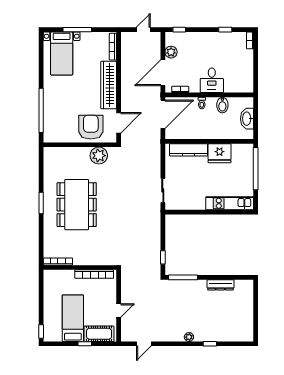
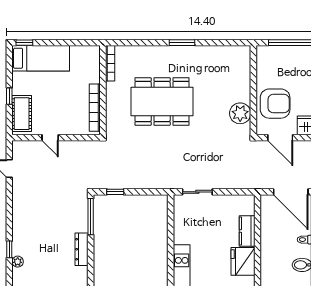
kitchen counter: (188, 150) -> (247, 231), width x0.67
dining table: (77, 205) -> (162, 102), moved
dresser: (221, 285) -> (82, 249), moved
bed: (73, 318) -> (41, 58), moved
plant: (189, 337) -> (18, 262), moved

